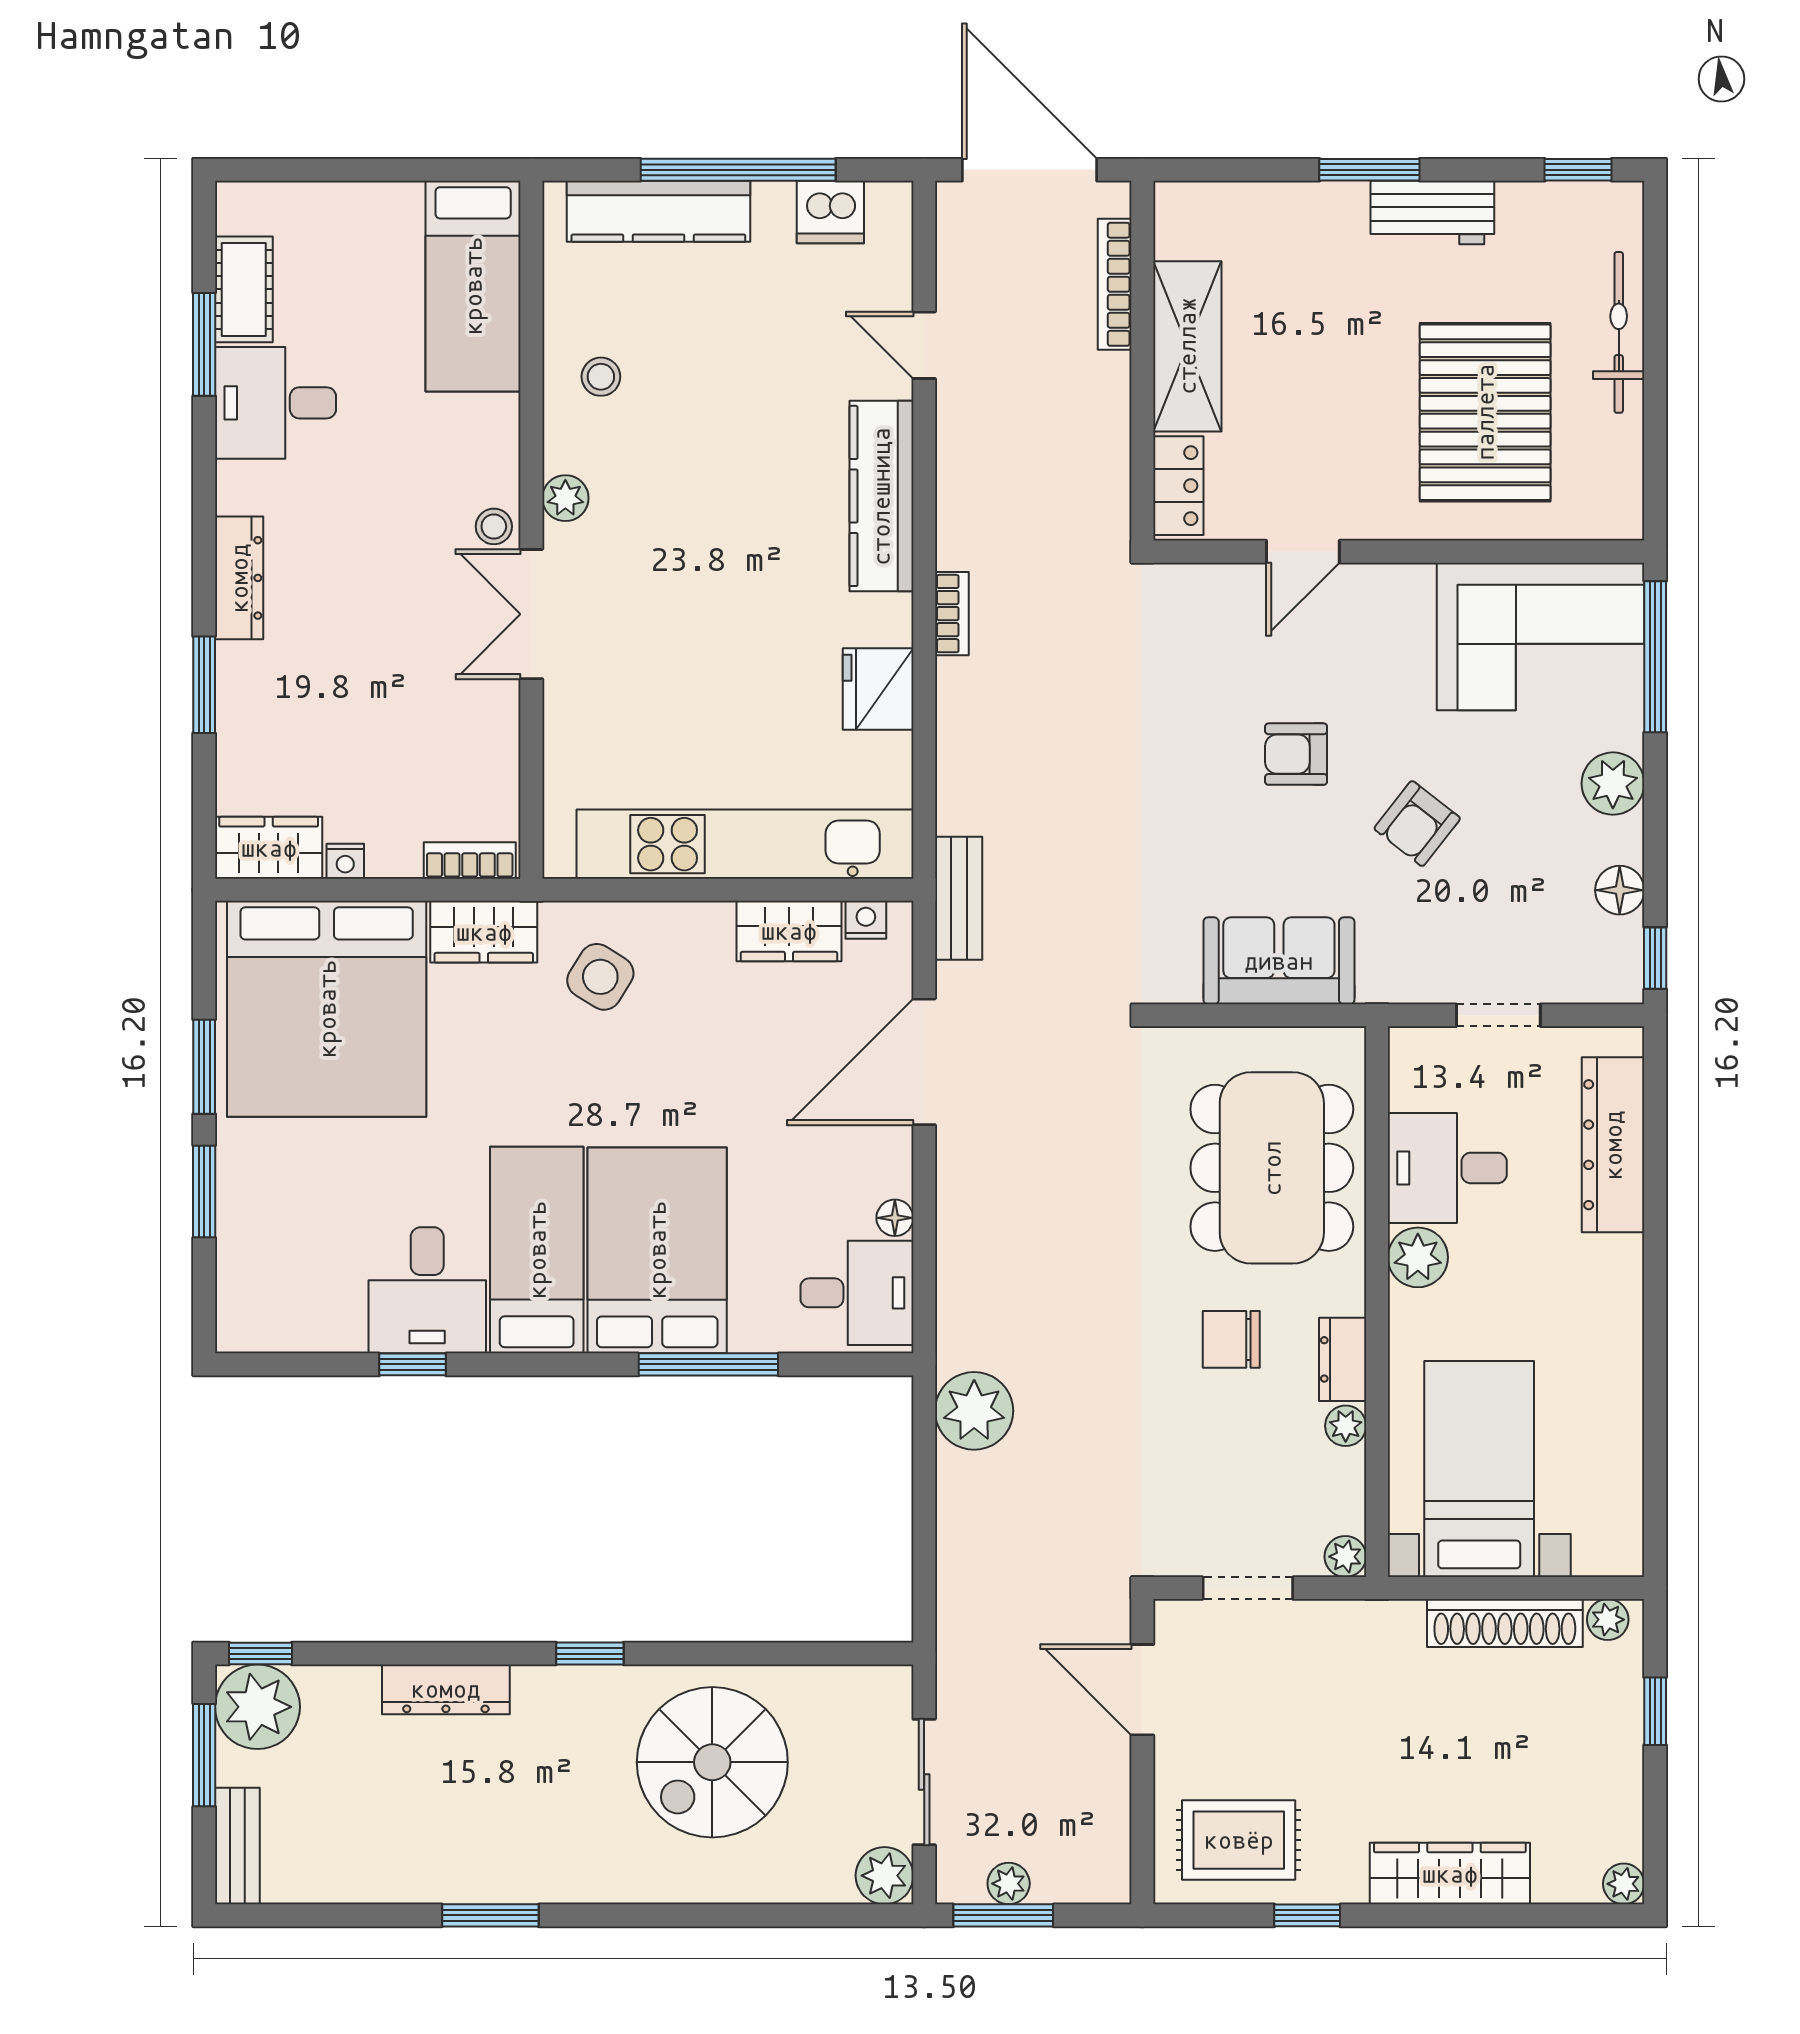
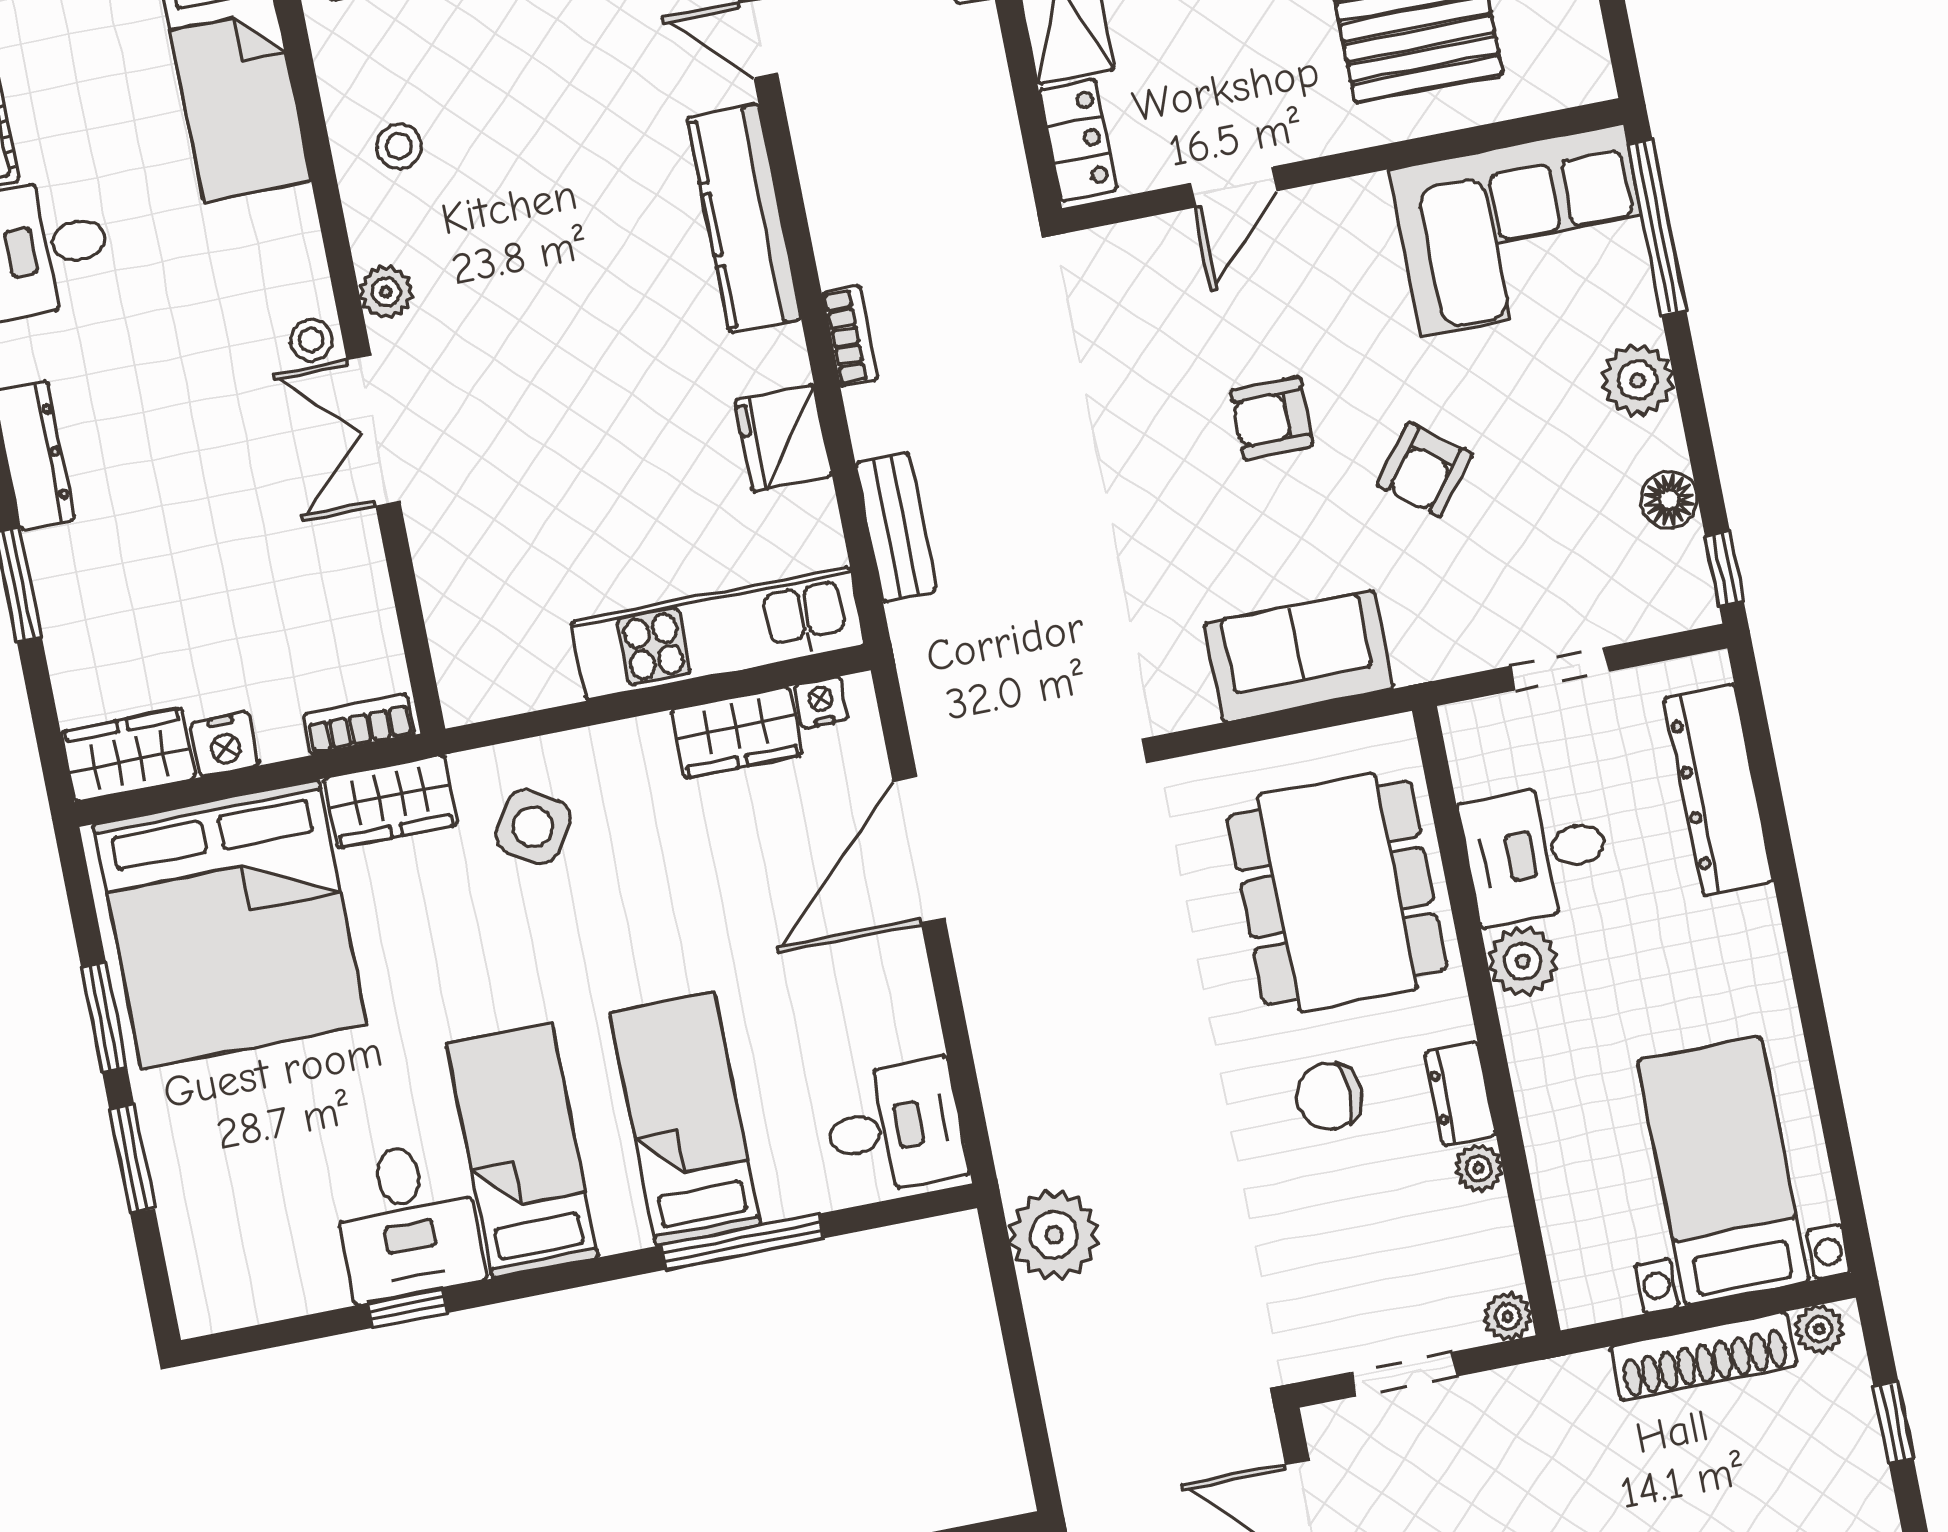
kitchen unit: (745, 844) -> (718, 634), width x0.73
nightstand: (345, 861) -> (225, 744), width x1.39, depth x1.35
bench: (959, 898) -> (896, 527), moved
floor lamp: (895, 1218) -> (921, 1034), removed
bed: (657, 1250) -> (685, 1119), width x0.67
bed with nightstands: (1479, 1469) -> (1723, 1171), moved

